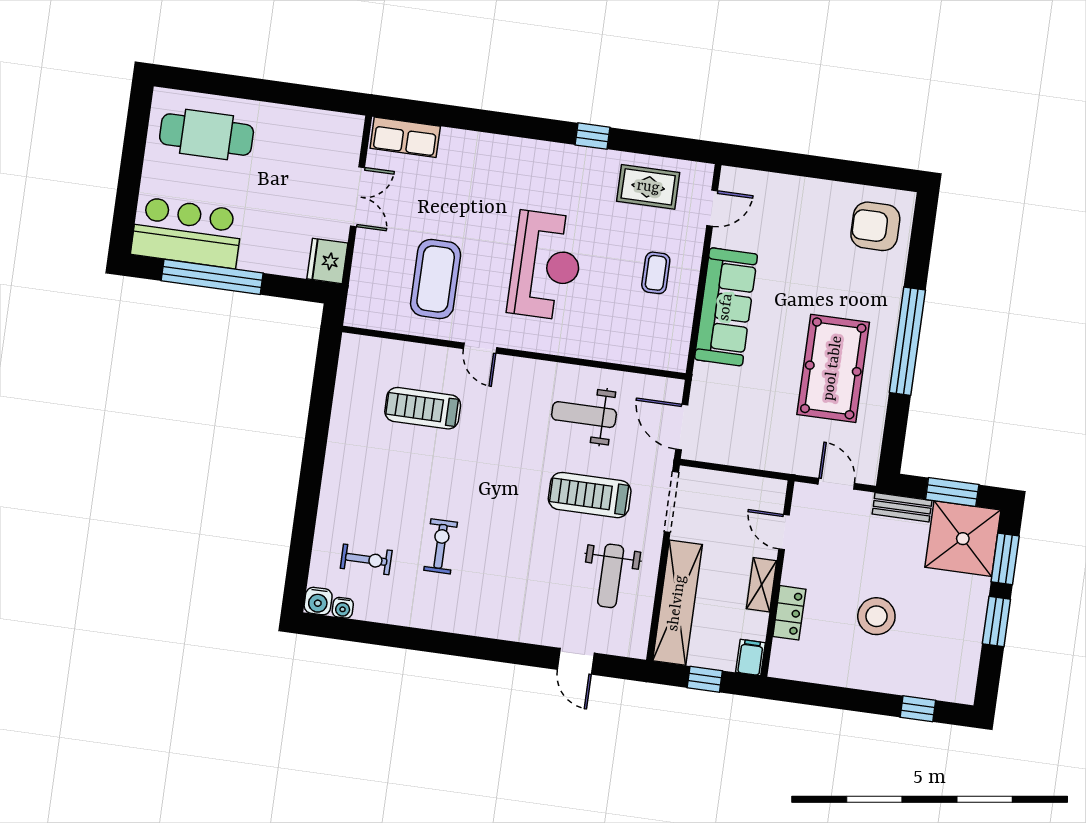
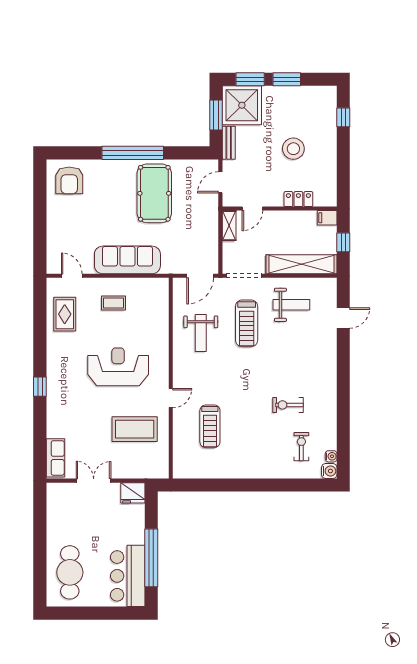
window: (593, 136) -> (40, 387), moved
pool table: (833, 368) -> (154, 193), turned 90
shelving: (762, 585) -> (229, 226), moved, turned 90

